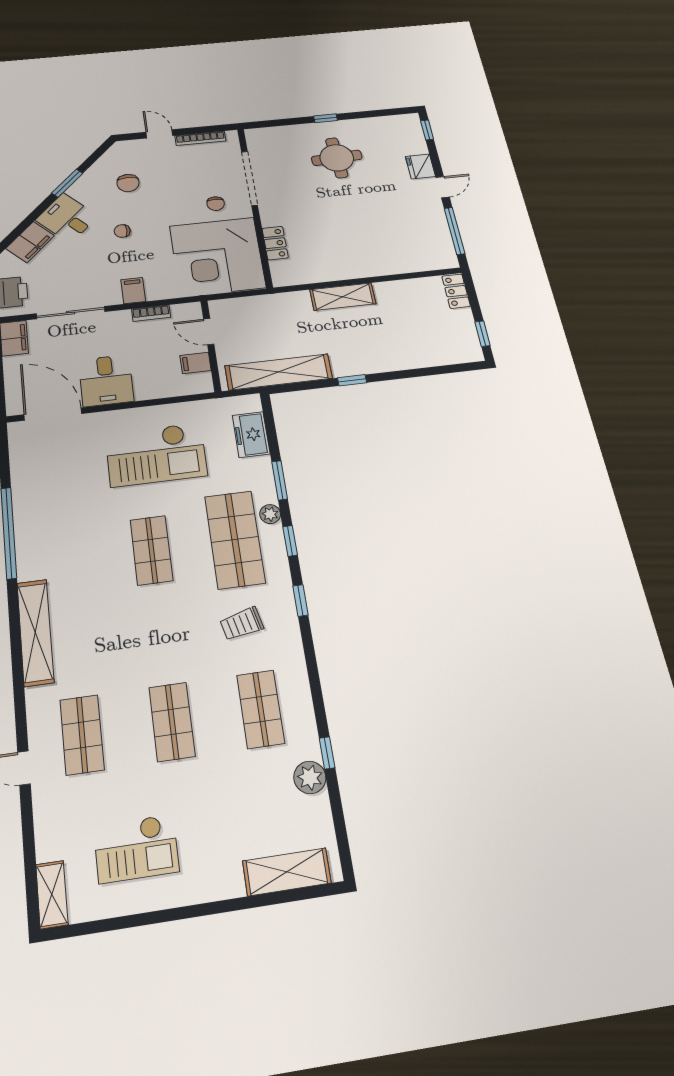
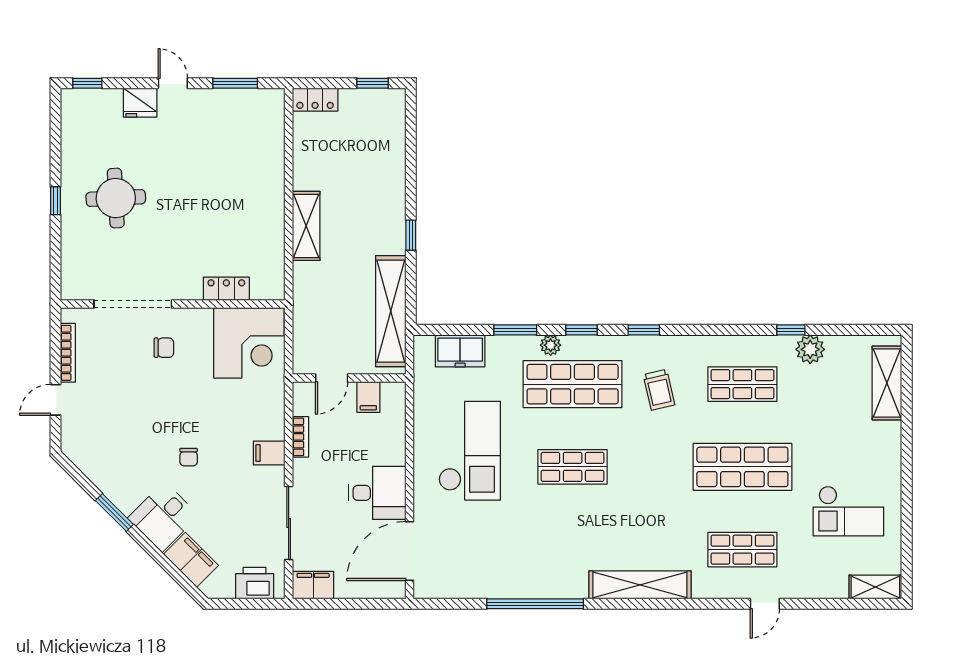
chair: (128, 183) -> (123, 444), removed
window: (455, 231) -> (235, 83), width x0.69
corner desk: (217, 257) -> (249, 343), width x0.74, depth x0.74
shop shelf: (172, 722) -> (742, 467), width x1.43, depth x1.36
checkout: (136, 849) -> (848, 511), turned 90

